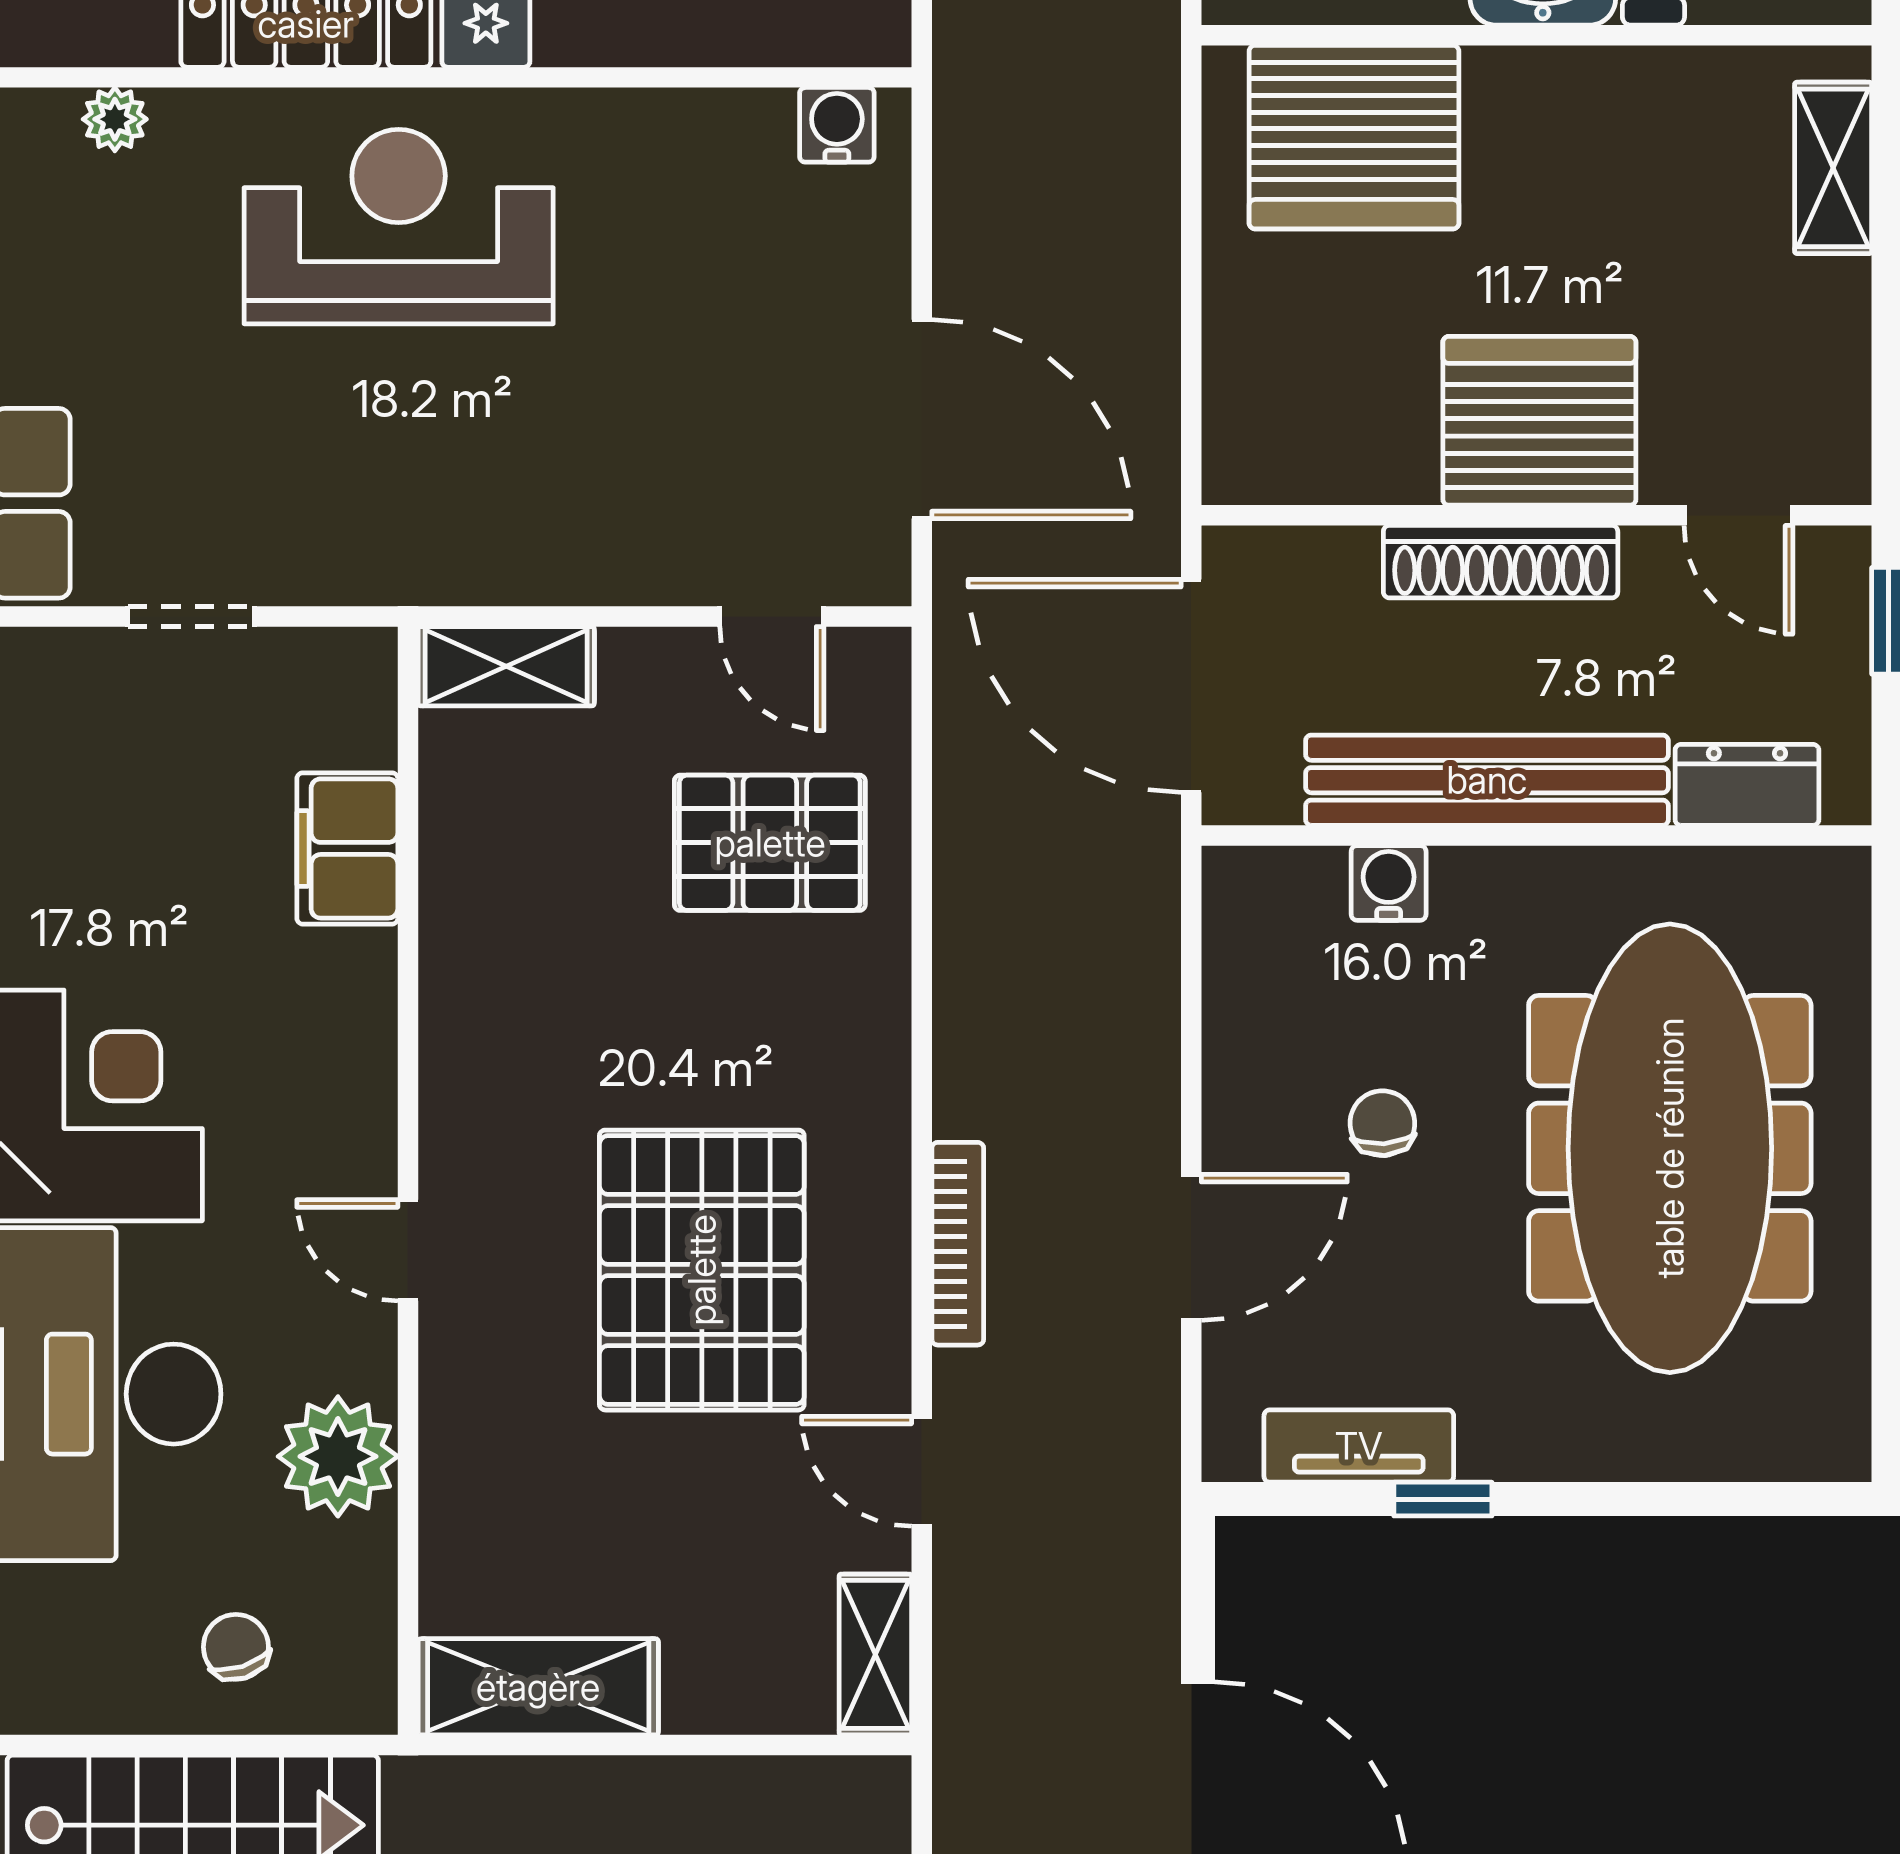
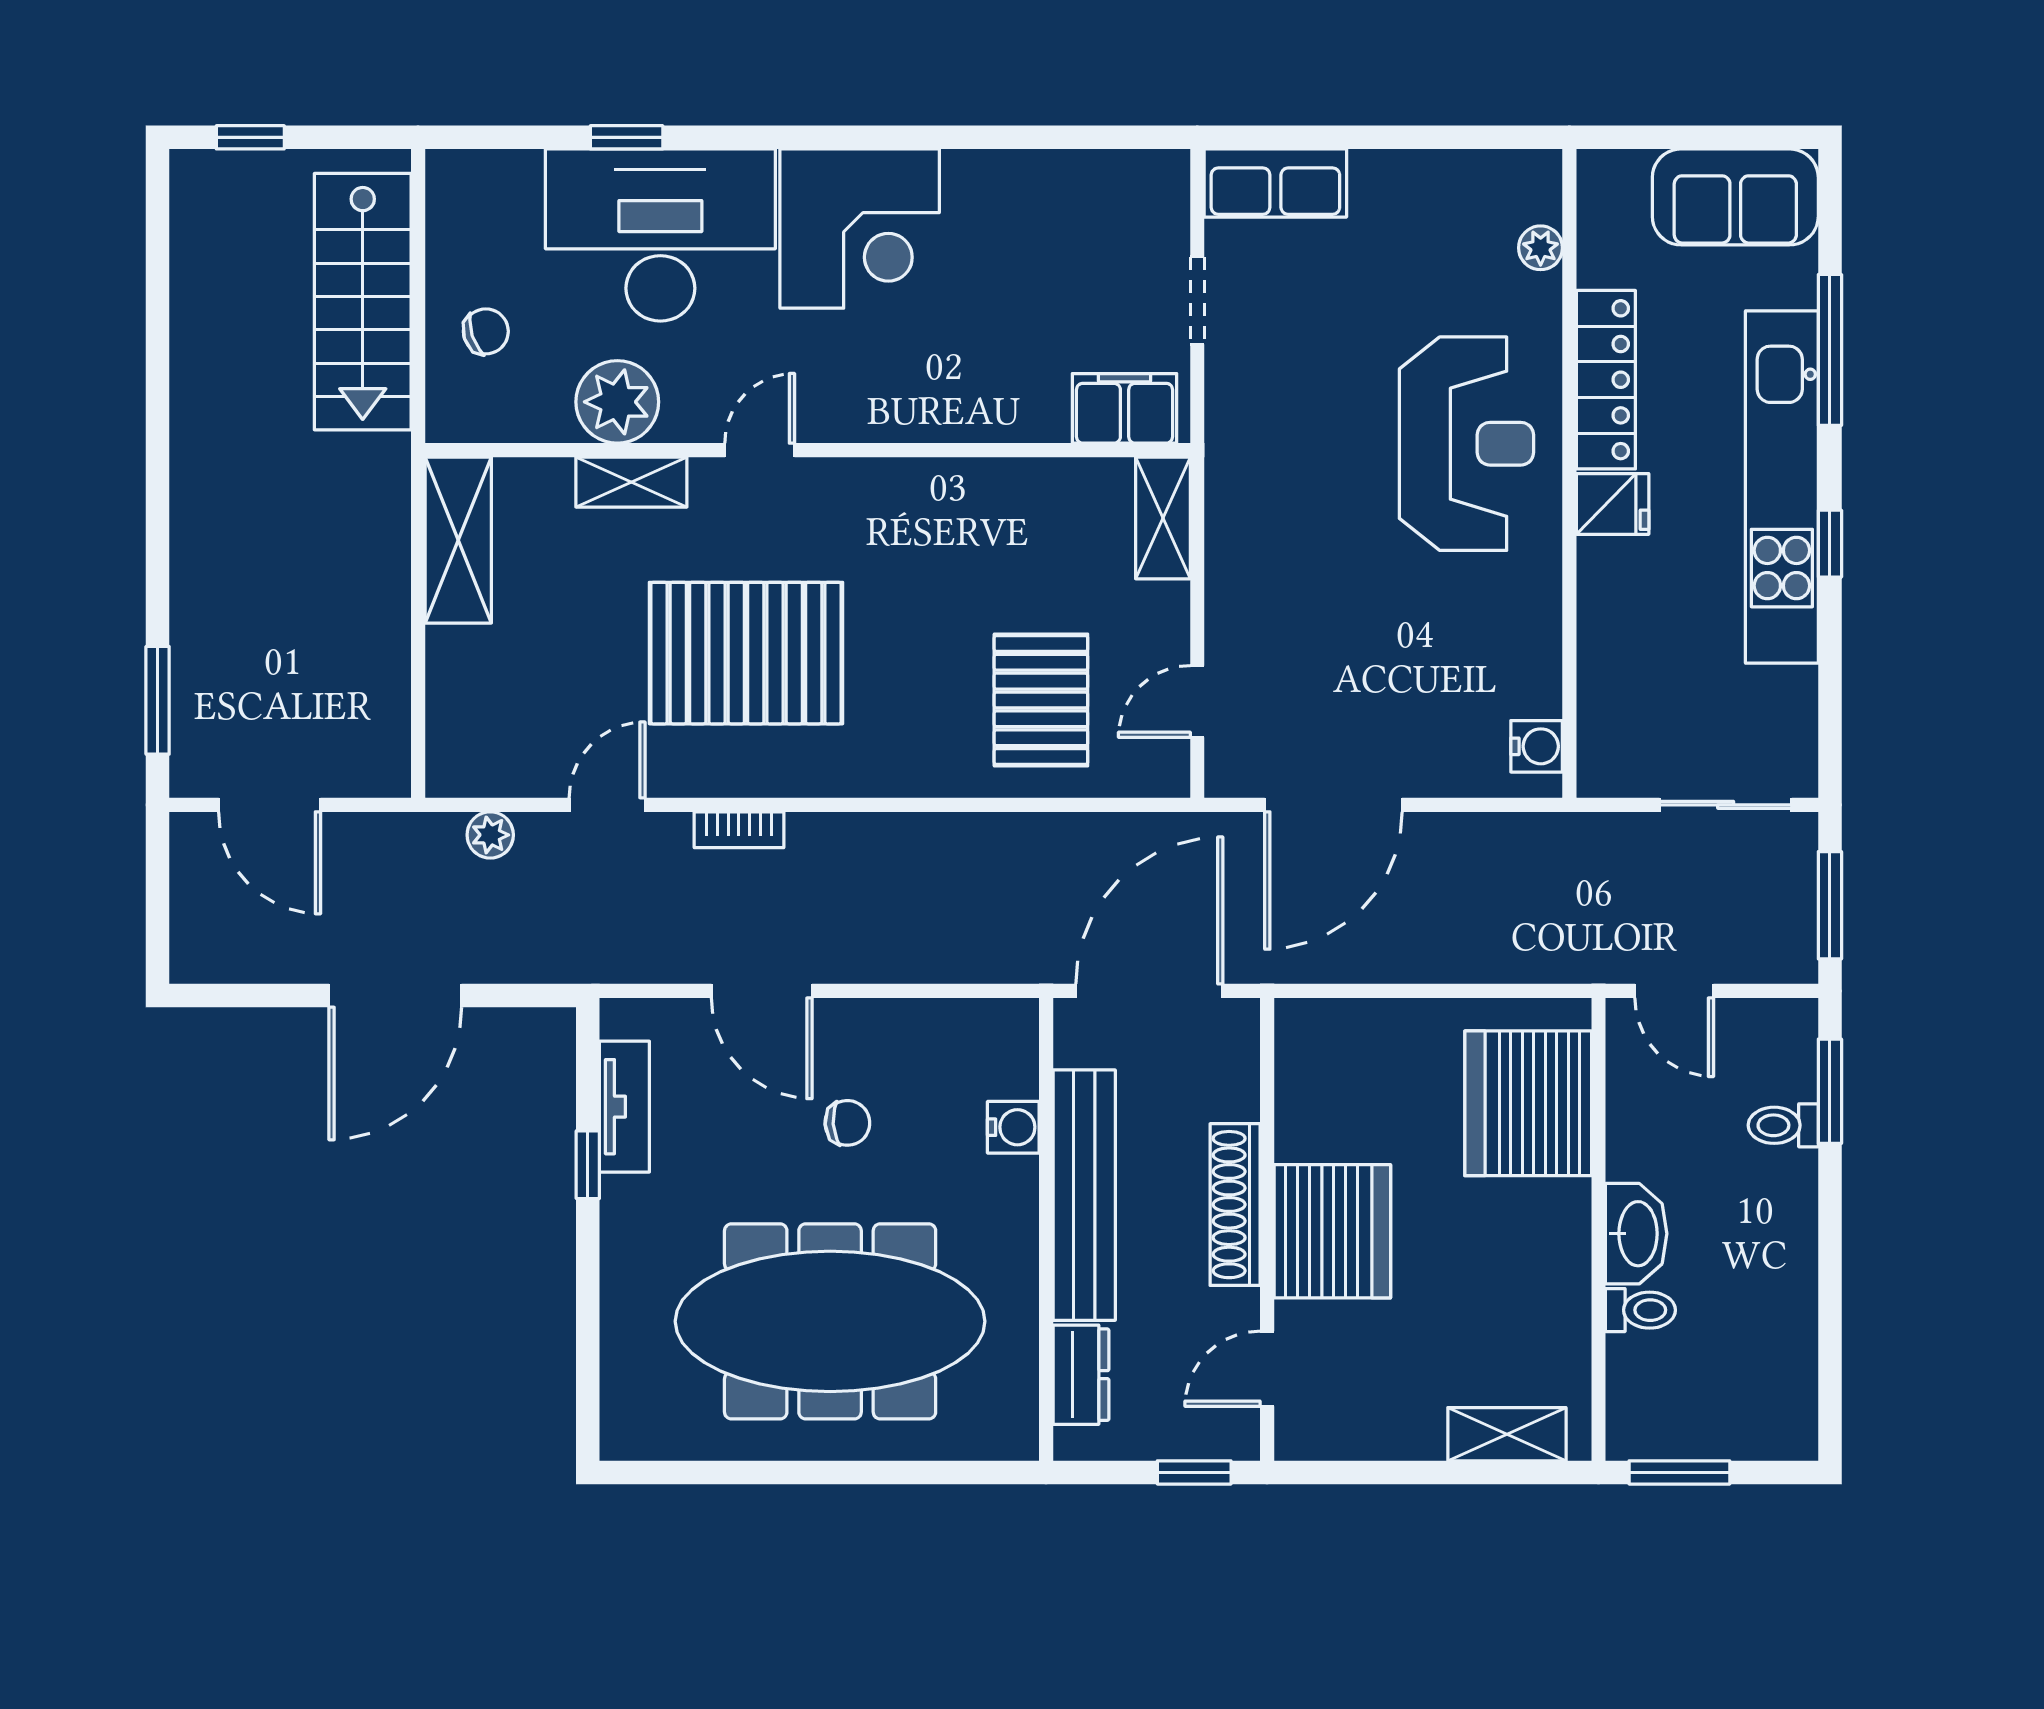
filing cabinet: (347, 848) -> (1125, 408), moved
bookcase: (958, 1244) -> (739, 830), width x0.64
plant: (965, 1641) -> (490, 835), added
shelving: (875, 1654) -> (631, 482), moved

